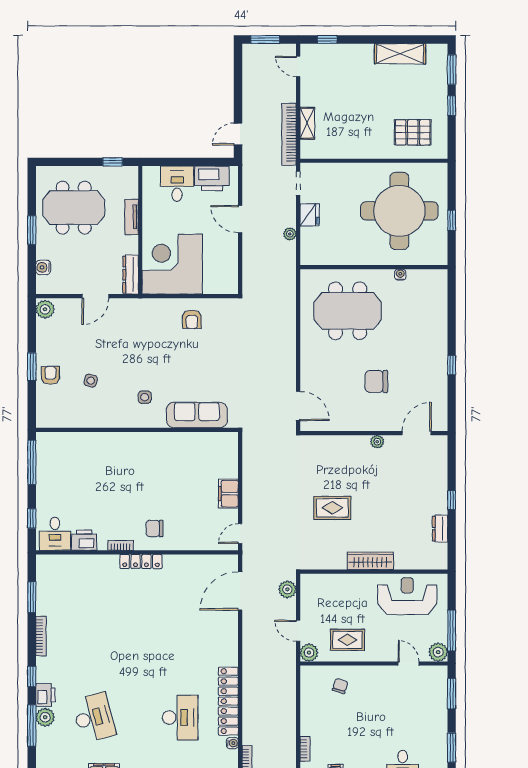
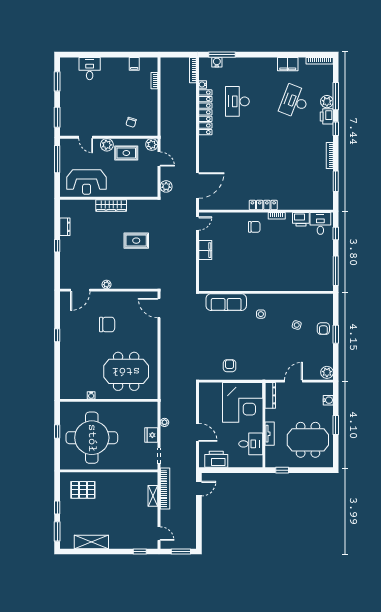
desk: (177, 184) -> (251, 444), moved, turned -90
plant: (438, 652) -> (107, 145), moved
desk: (94, 718) -> (295, 101), turned 36

